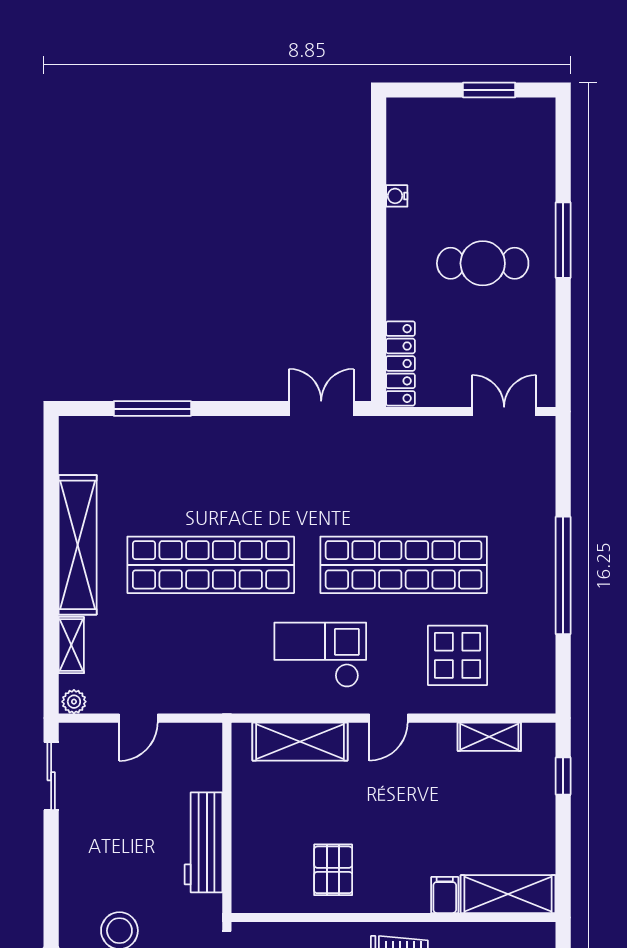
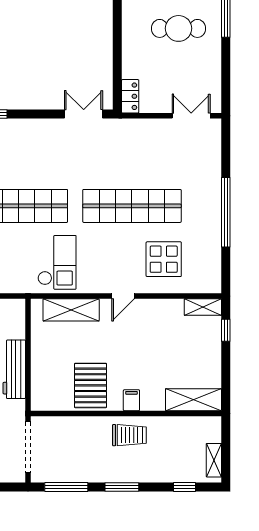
locker: (400, 363) -> (130, 96), width x0.66
checkout: (320, 655) -> (57, 262), moved, turned 90
shelving: (489, 737) -> (203, 307), moved
pallet: (333, 870) -> (91, 385), width x1.50, depth x1.42
filing cabinet: (445, 895) -> (131, 400), moved

